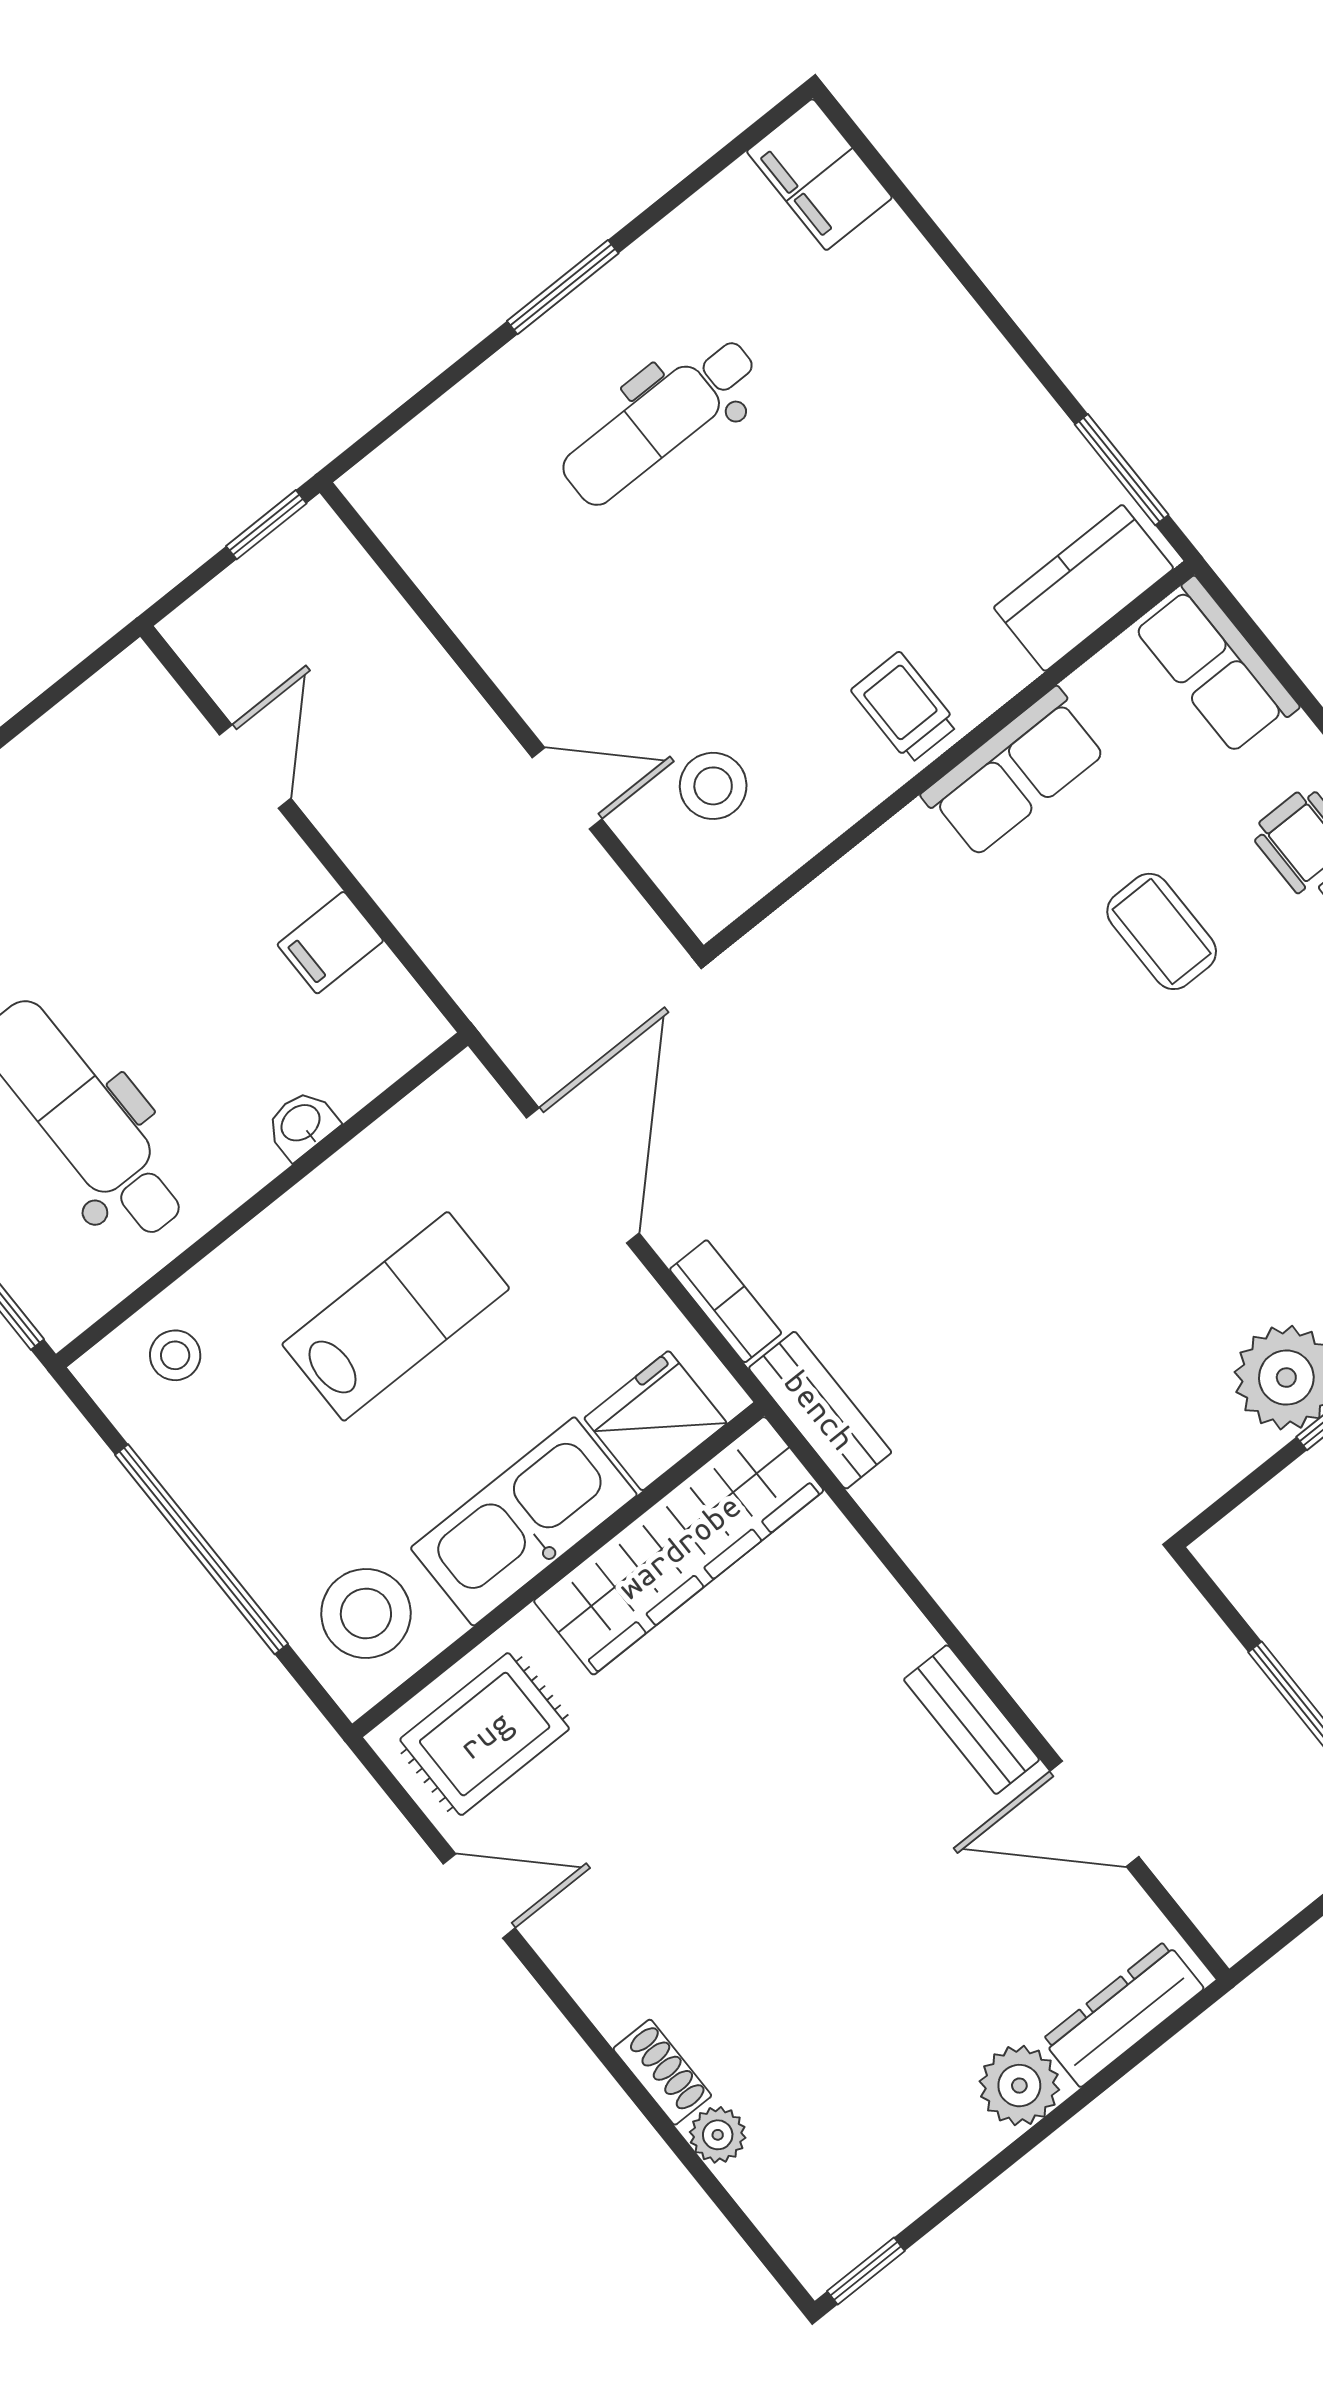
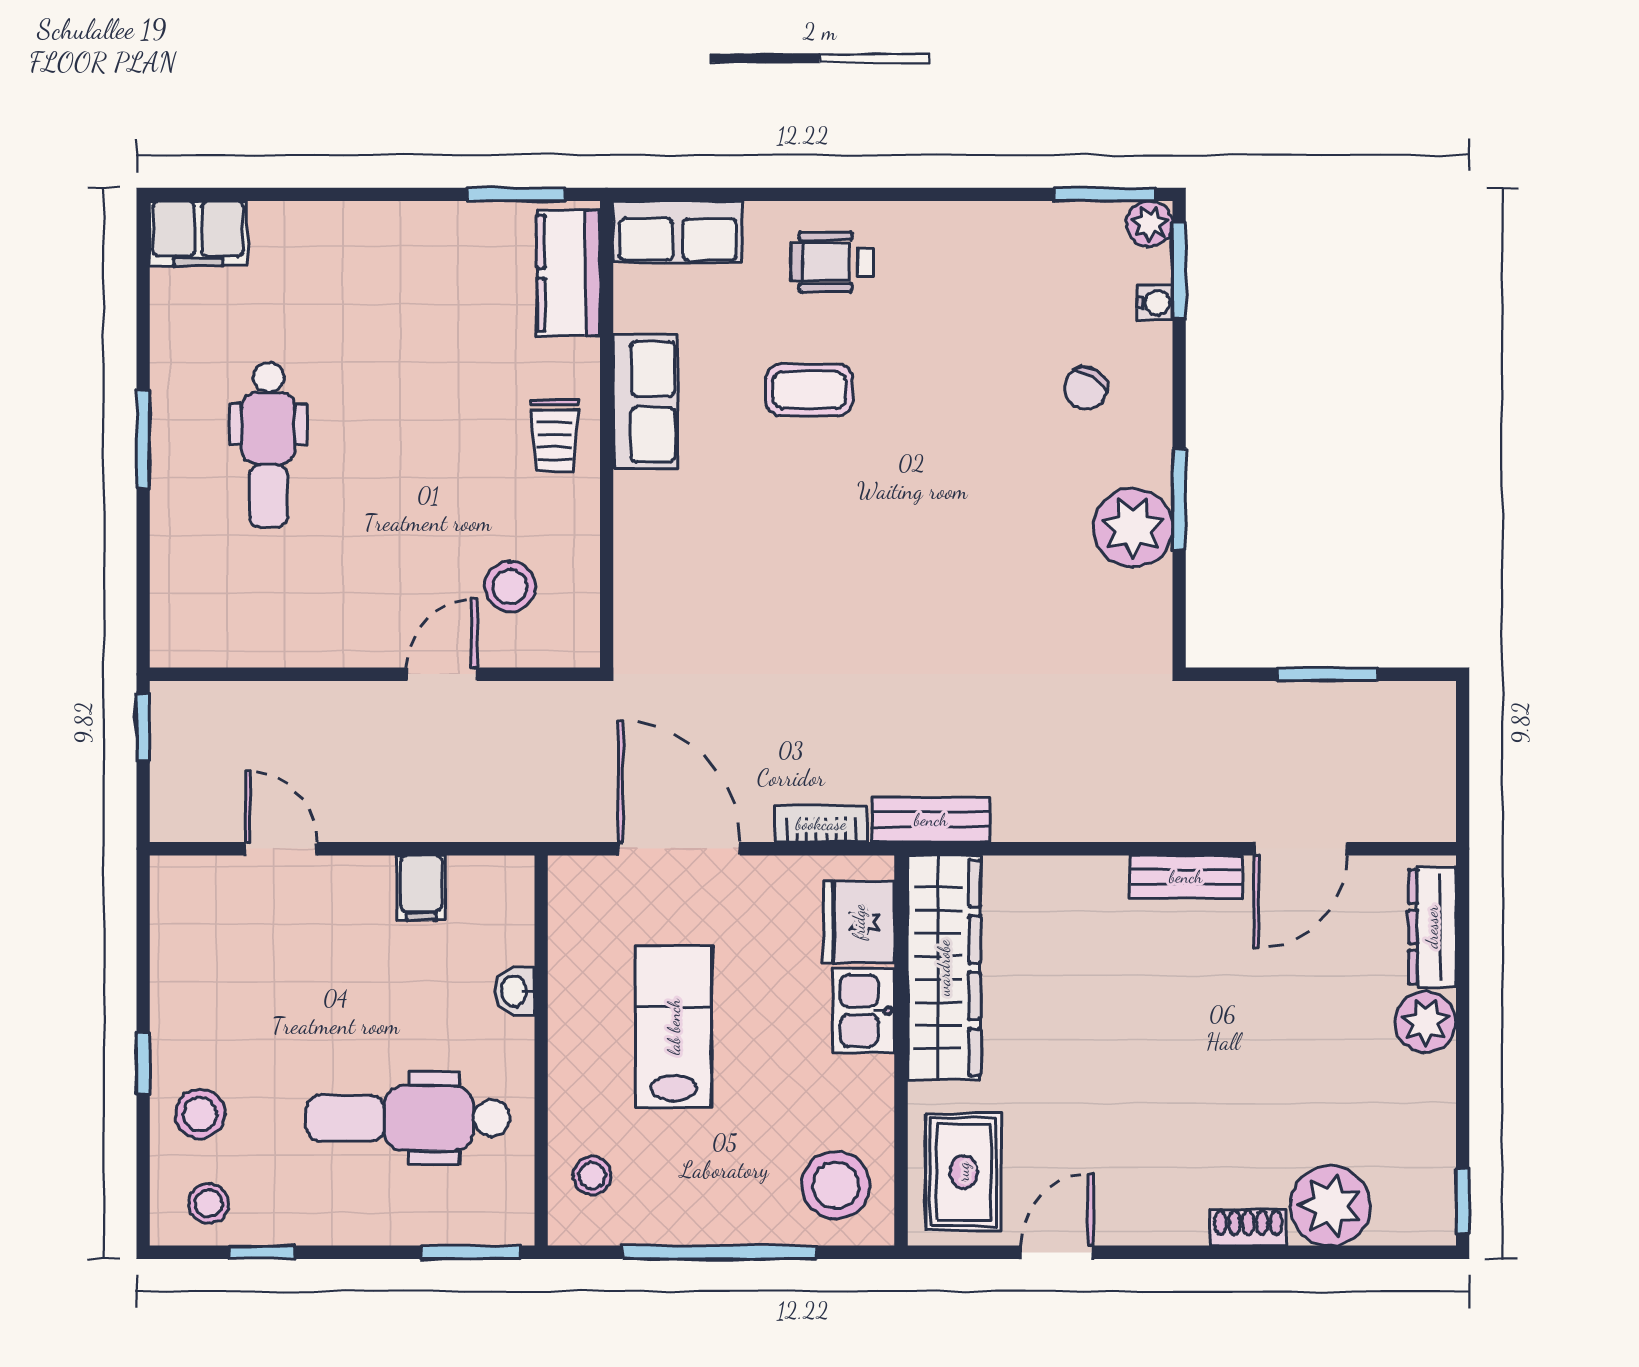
trolley: (905, 708) -> (555, 436), turned -90
kitchen sink: (524, 1521) -> (864, 1011), width x0.53, depth x0.81
plant: (718, 2135) -> (1330, 1206), width x1.88, depth x1.88

